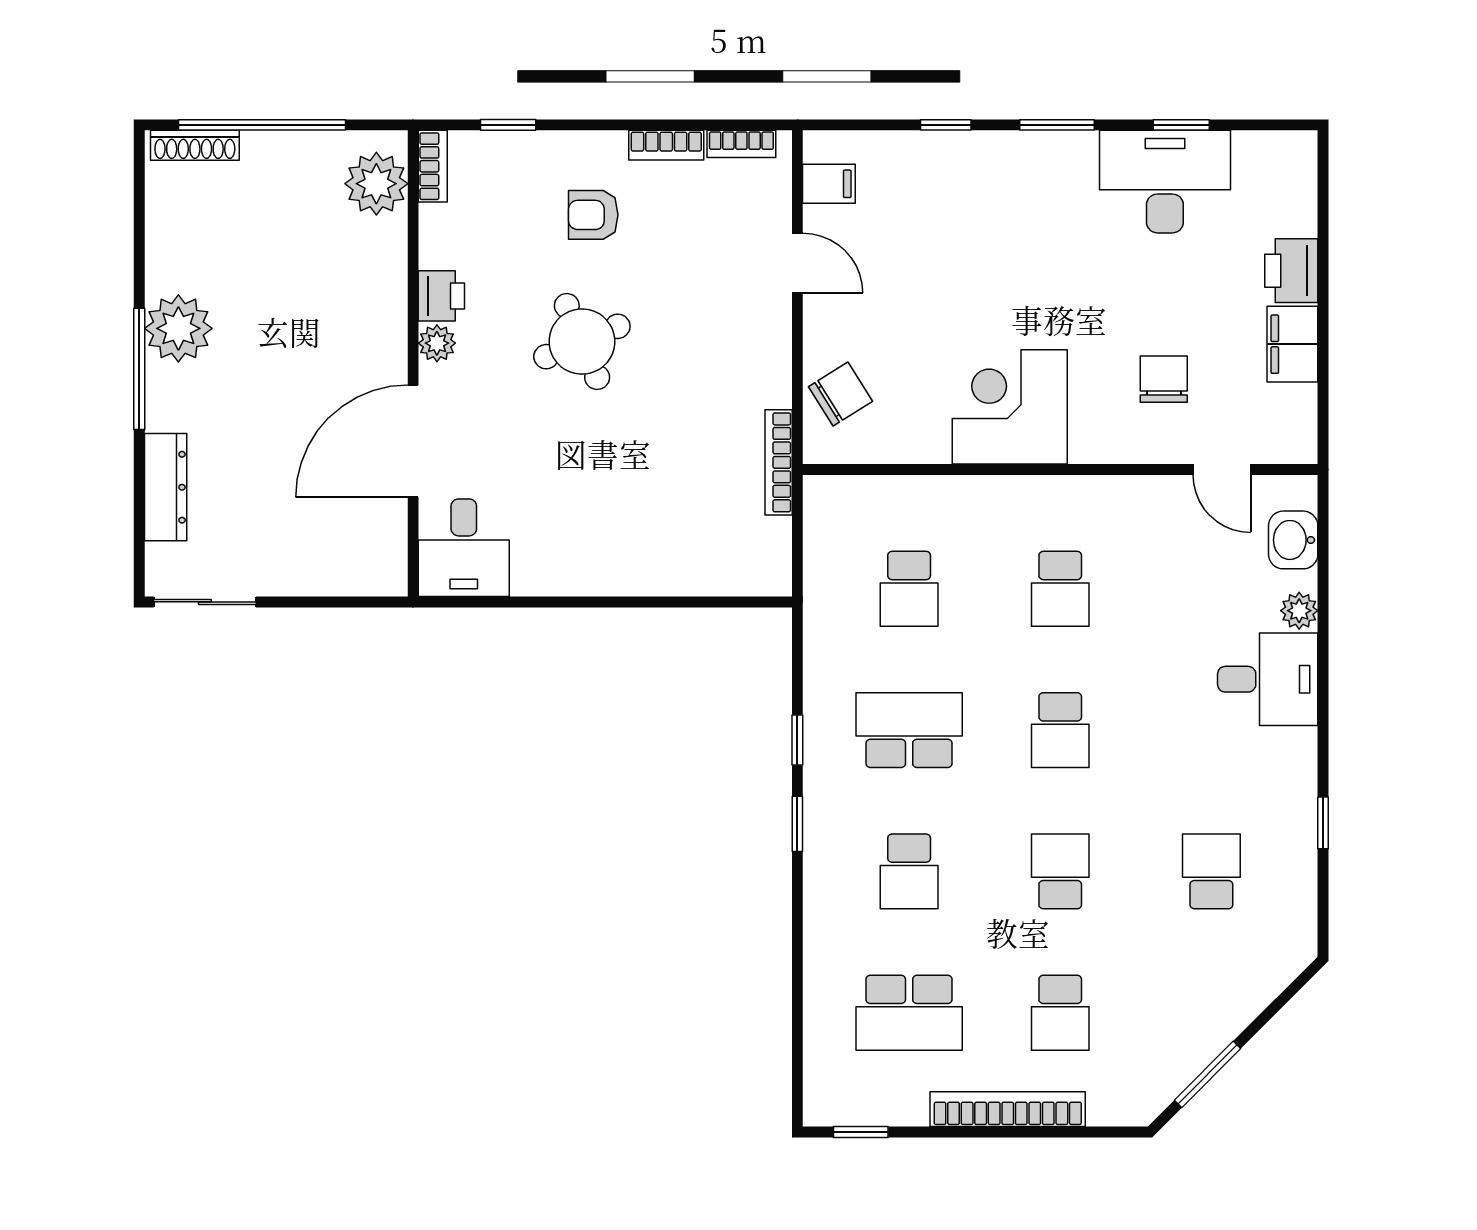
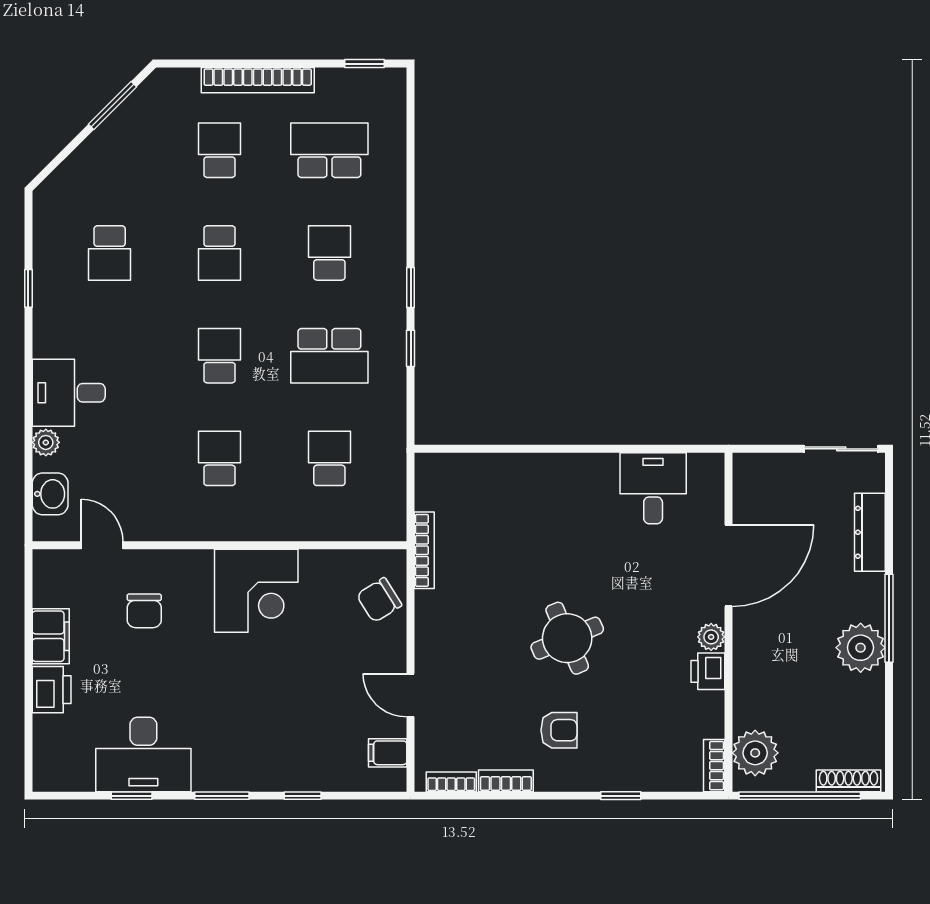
bookcase: (433, 166) -> (714, 766), moved
plant: (376, 184) -> (755, 753), moved
printer: (441, 296) -> (708, 671), moved
plant: (437, 343) -> (711, 637), moved
wall: (413, 363) -> (728, 622), moved
door: (413, 441) -> (728, 566), moved

